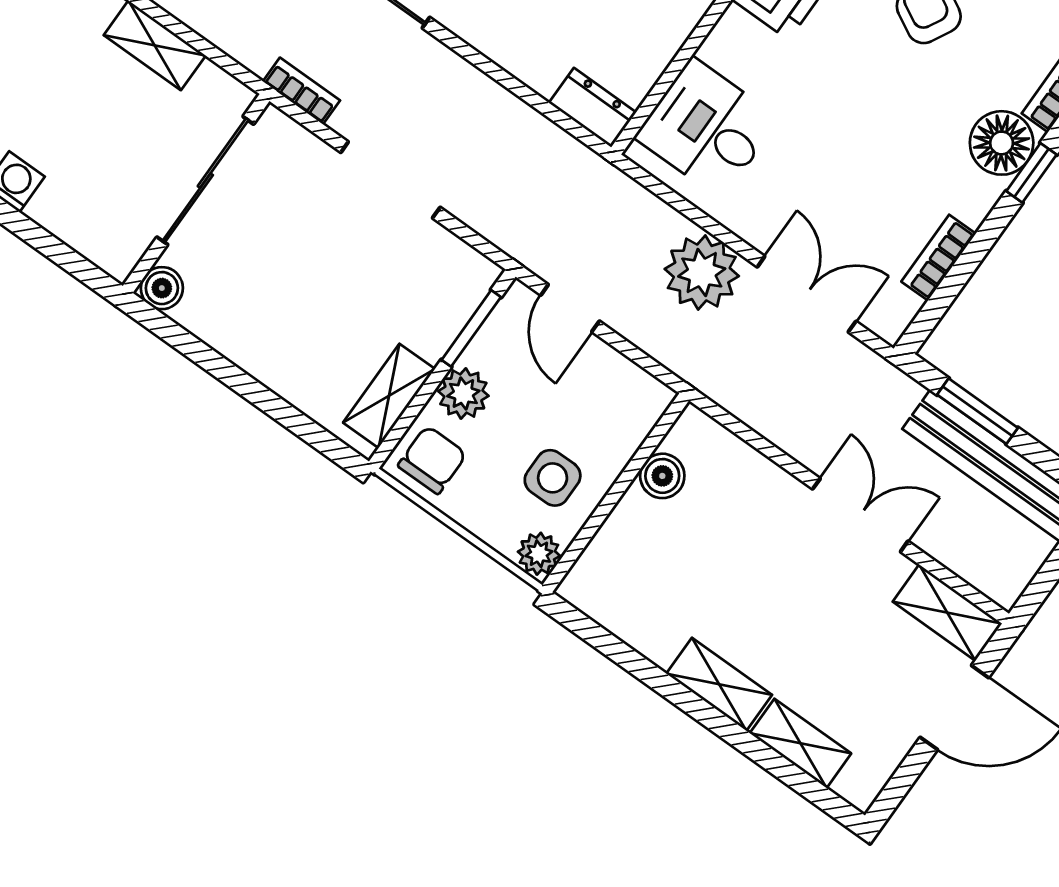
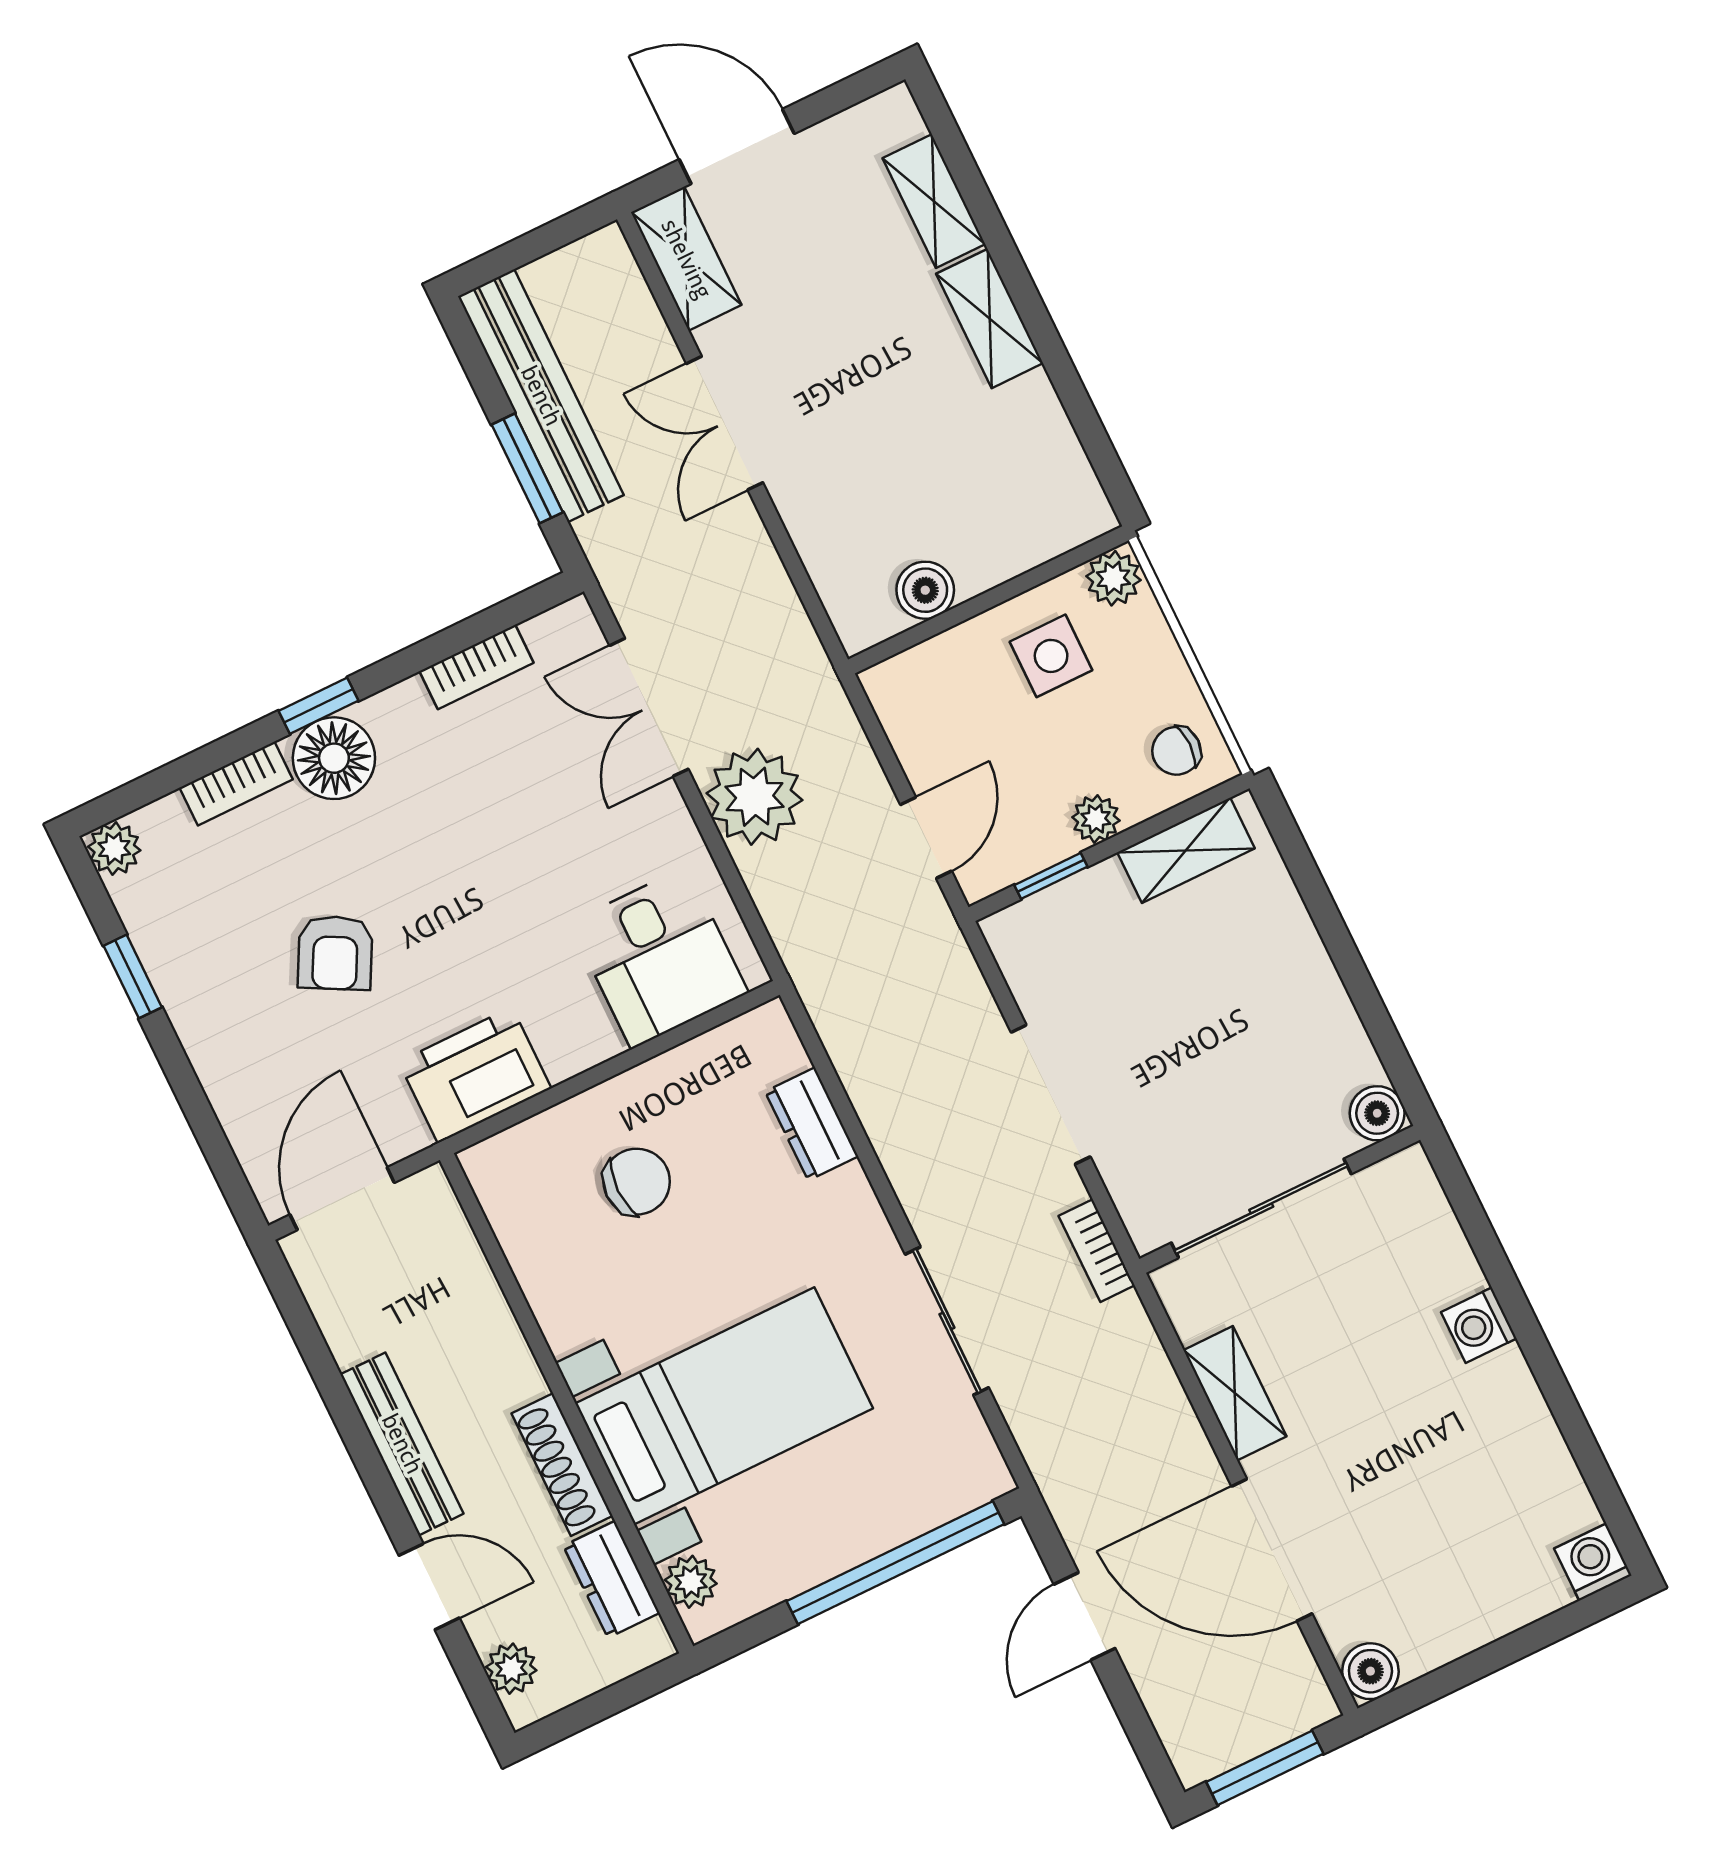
dresser: (593, 108) -> (812, 1124), moved
window: (471, 328) -> (1051, 876), width x0.67
plant: (463, 393) -> (1096, 819), width x0.73, depth x0.73
chair: (432, 460) -> (1176, 751), width x0.73, depth x0.73

